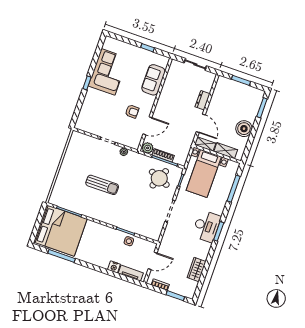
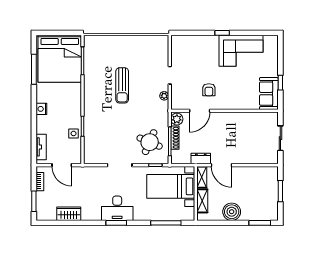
sofa: (153, 80) -> (269, 94), moved, turned -90
dresser: (203, 100) -> (201, 159), moved
door: (201, 123) -> (221, 165), hinge flipped
door: (147, 126) -> (200, 111), hinge flipped
nightstand: (114, 267) -> (41, 109), moved

